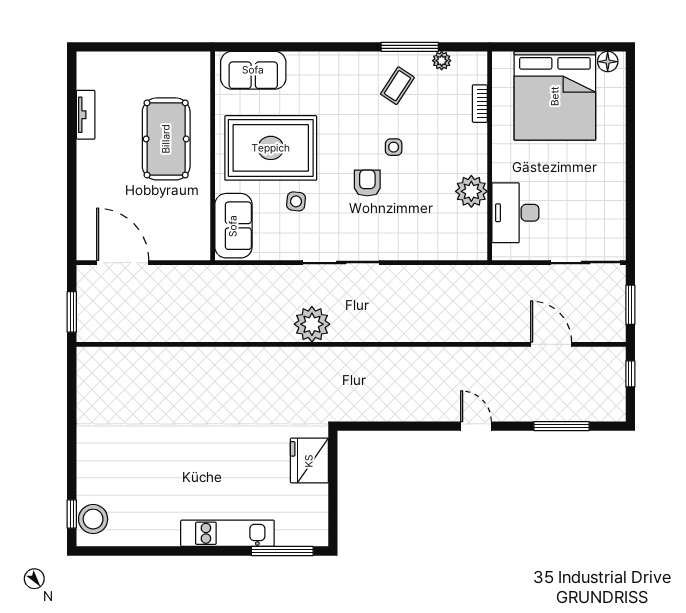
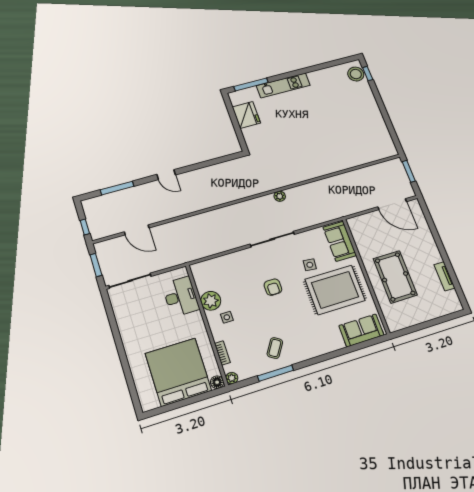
plant: (442, 61) -> (232, 378), moved
floor lamp: (608, 62) -> (217, 382), moved
side table: (394, 147) -> (227, 317), moved
plant: (312, 324) -> (280, 196), width x0.53, depth x0.53
fridge: (309, 461) -> (246, 115), moved

